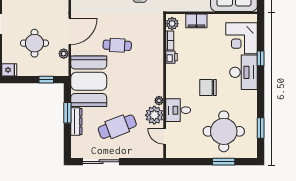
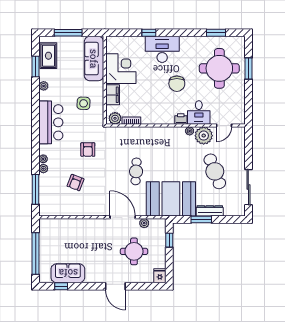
corner desk: (242, 38) -> (121, 69), moved, turned -90
printer: (171, 57) -> (181, 119), moved

